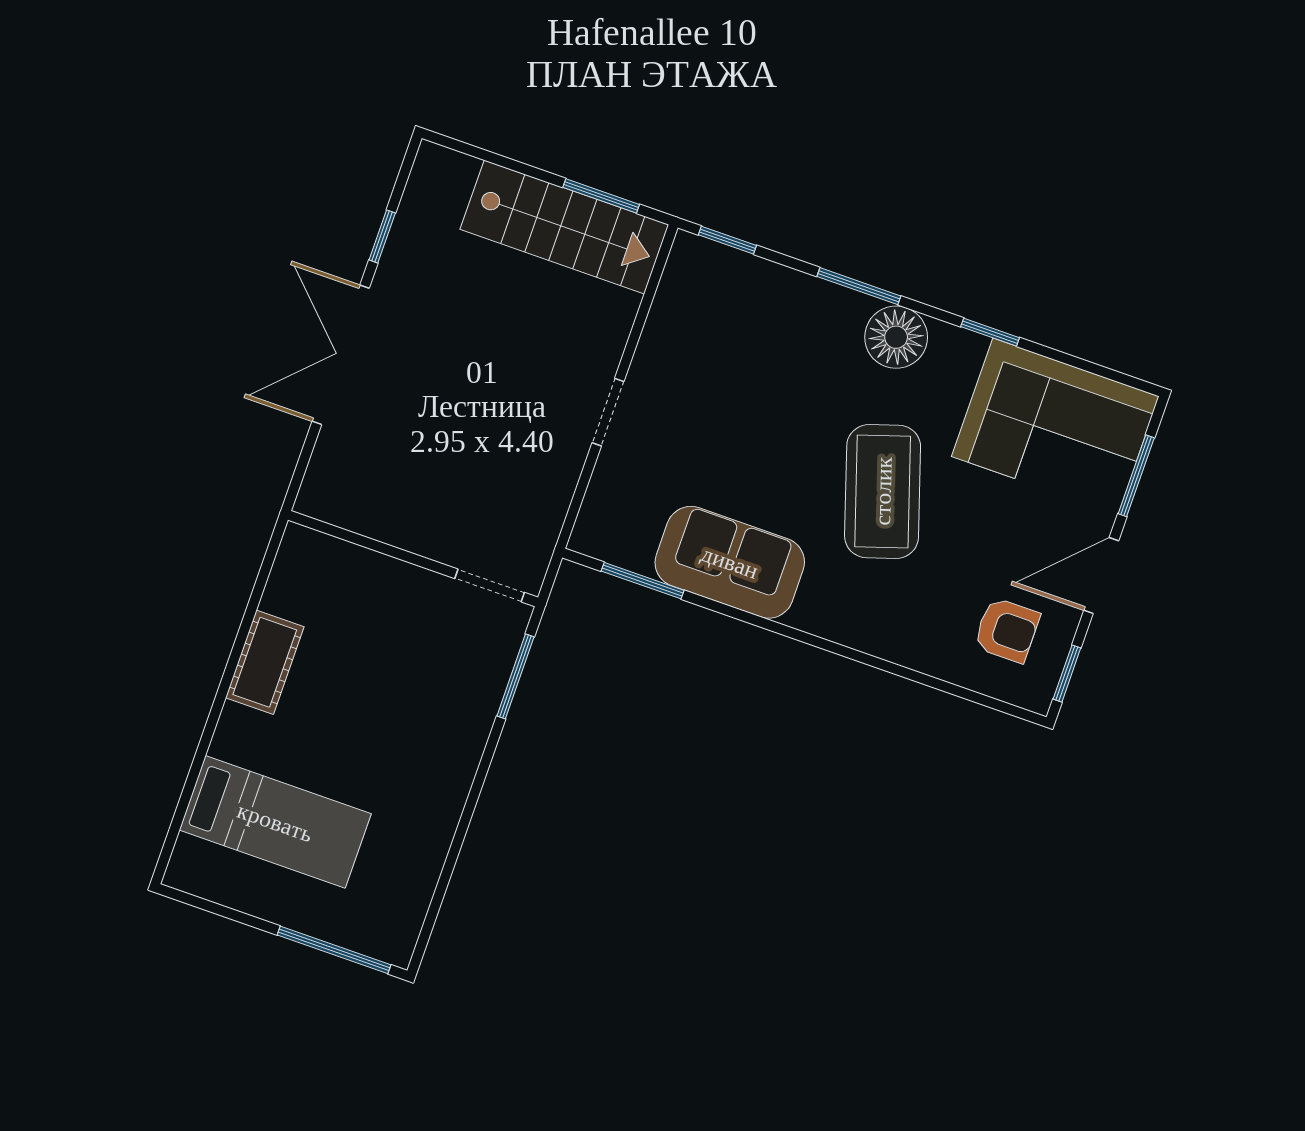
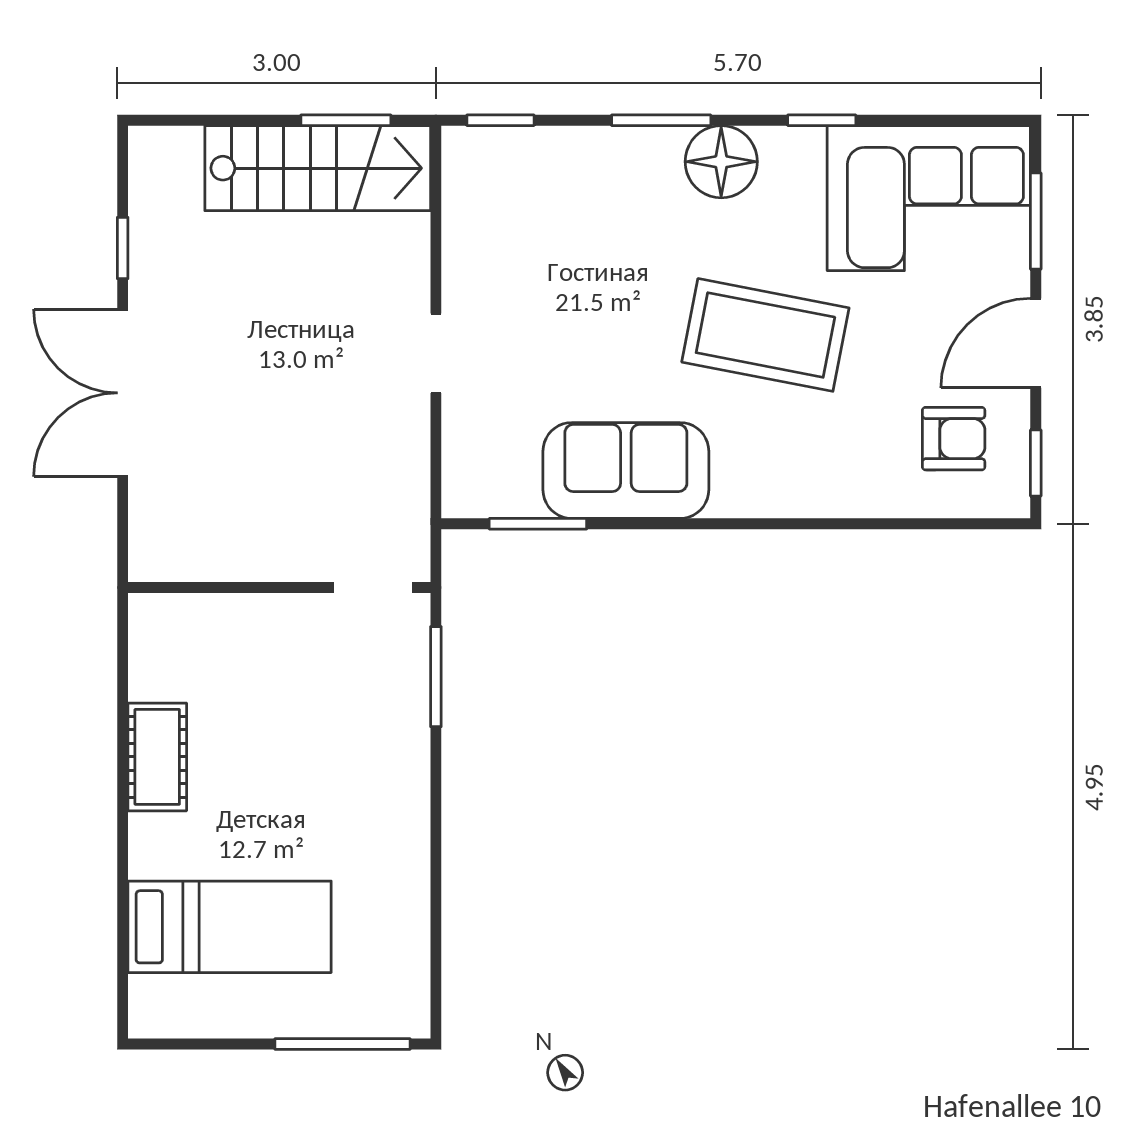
coffee table: (883, 491) -> (765, 335), turned -61

